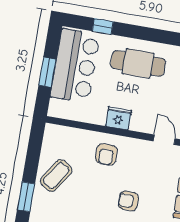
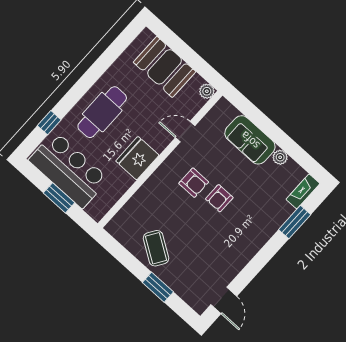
fridge: (118, 118) -> (137, 158), width x1.36, depth x1.34
armchair: (106, 154) -> (194, 183), moved

